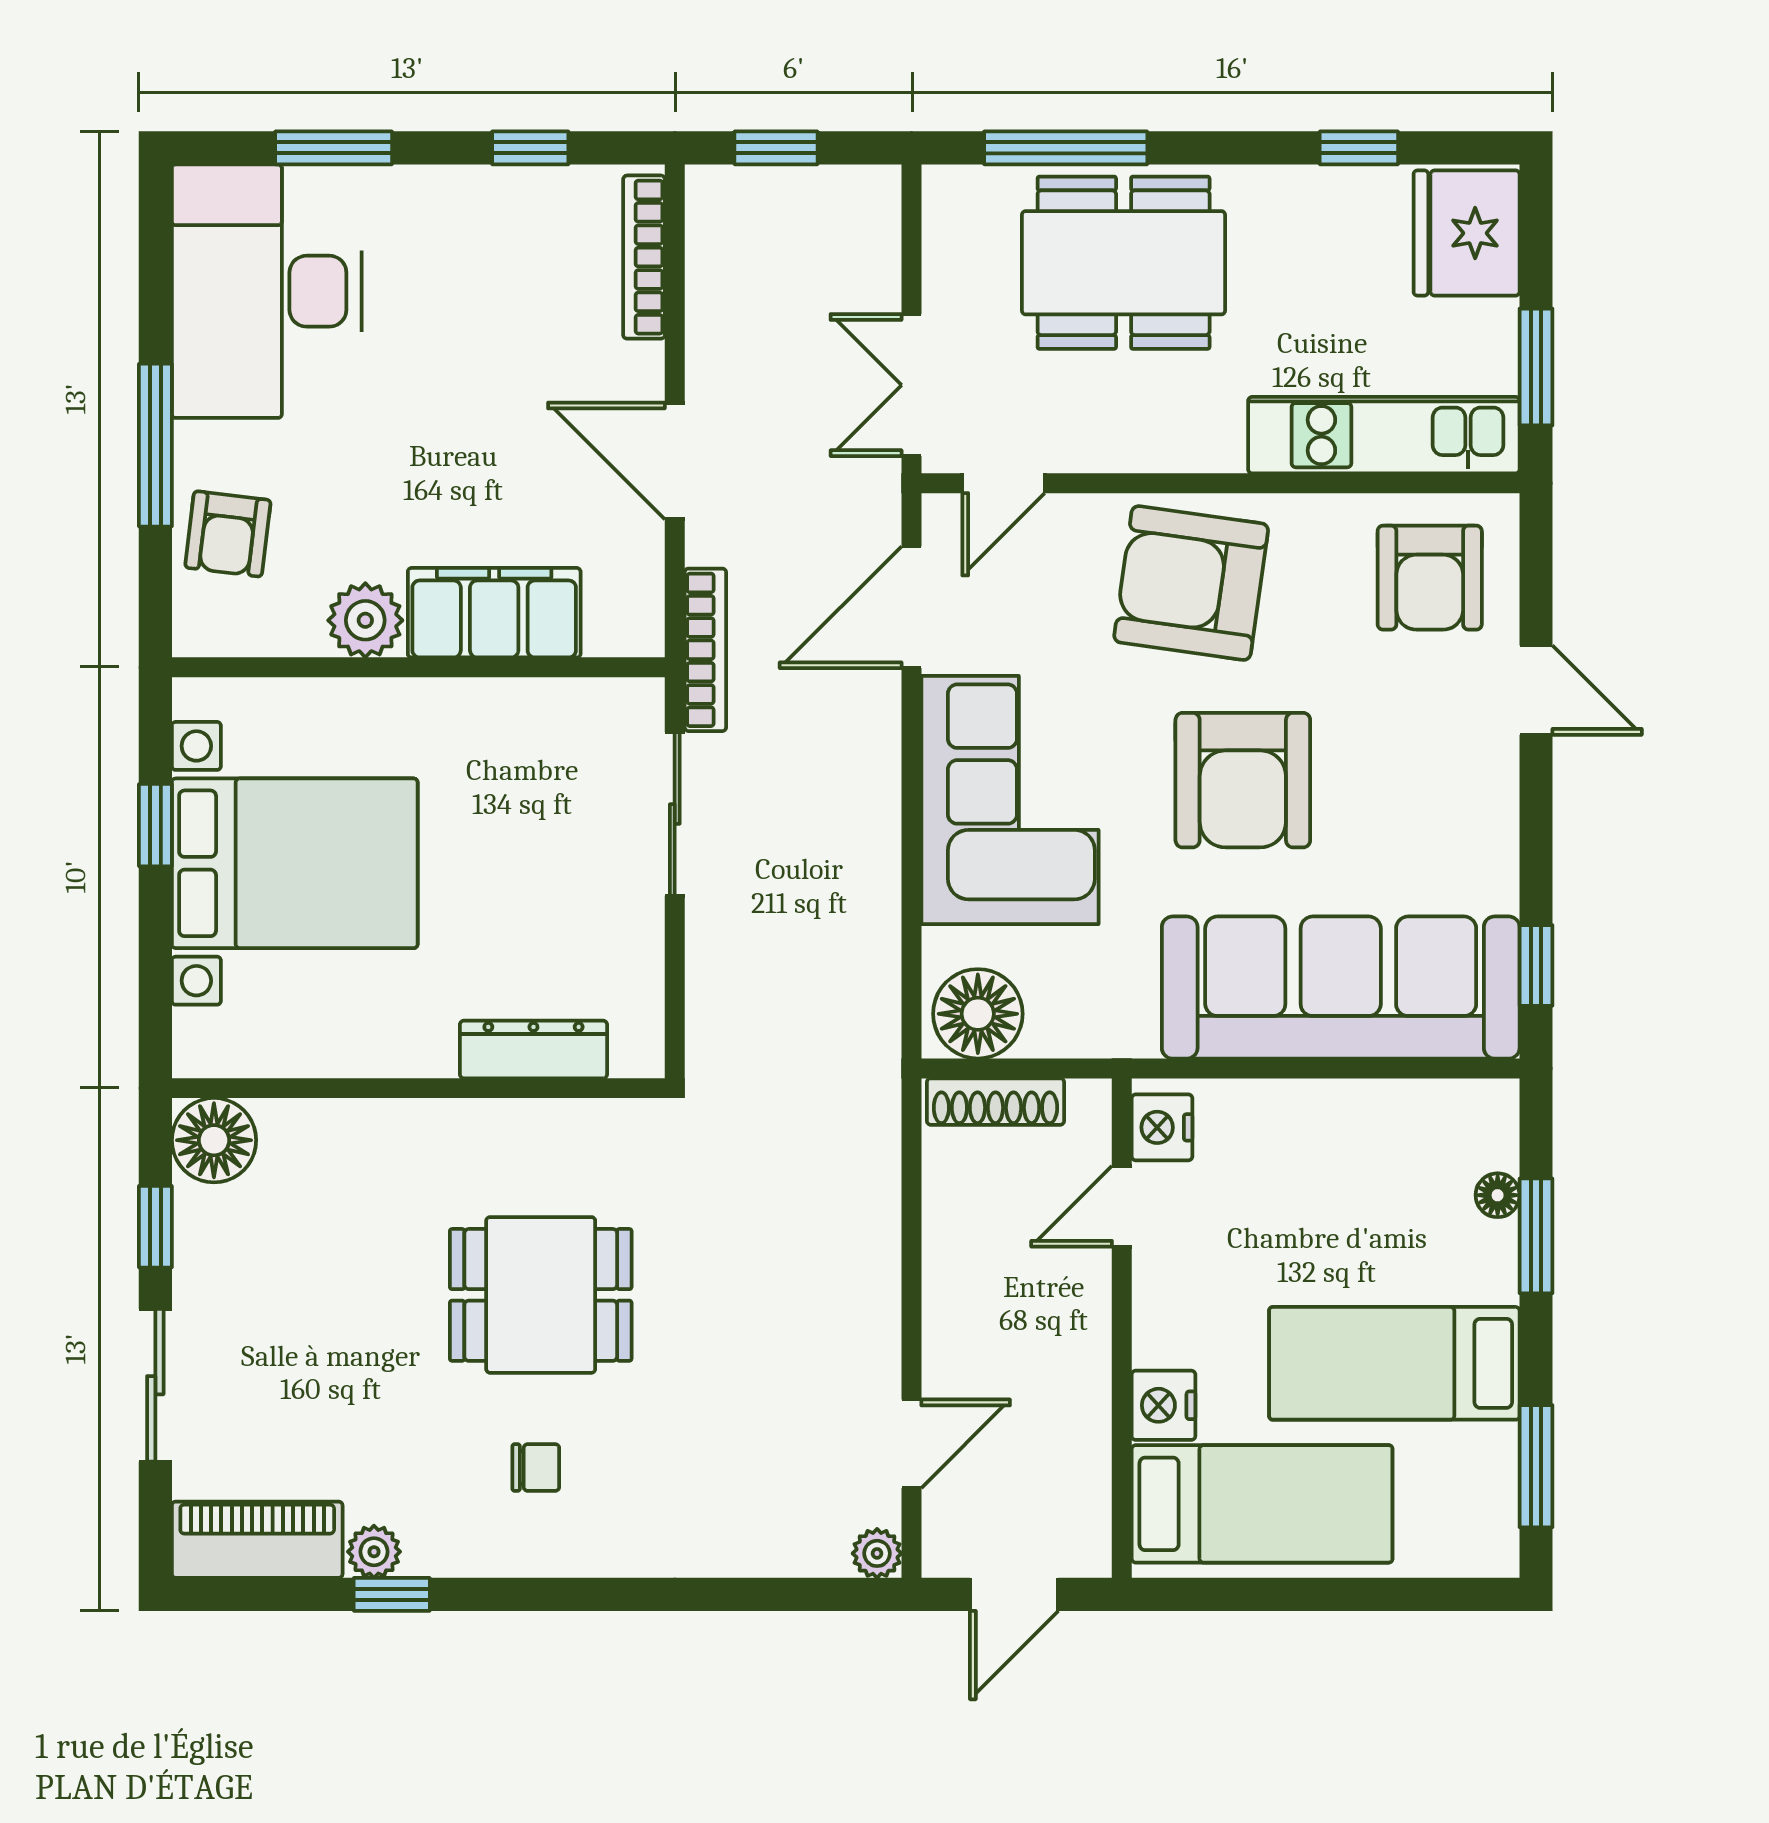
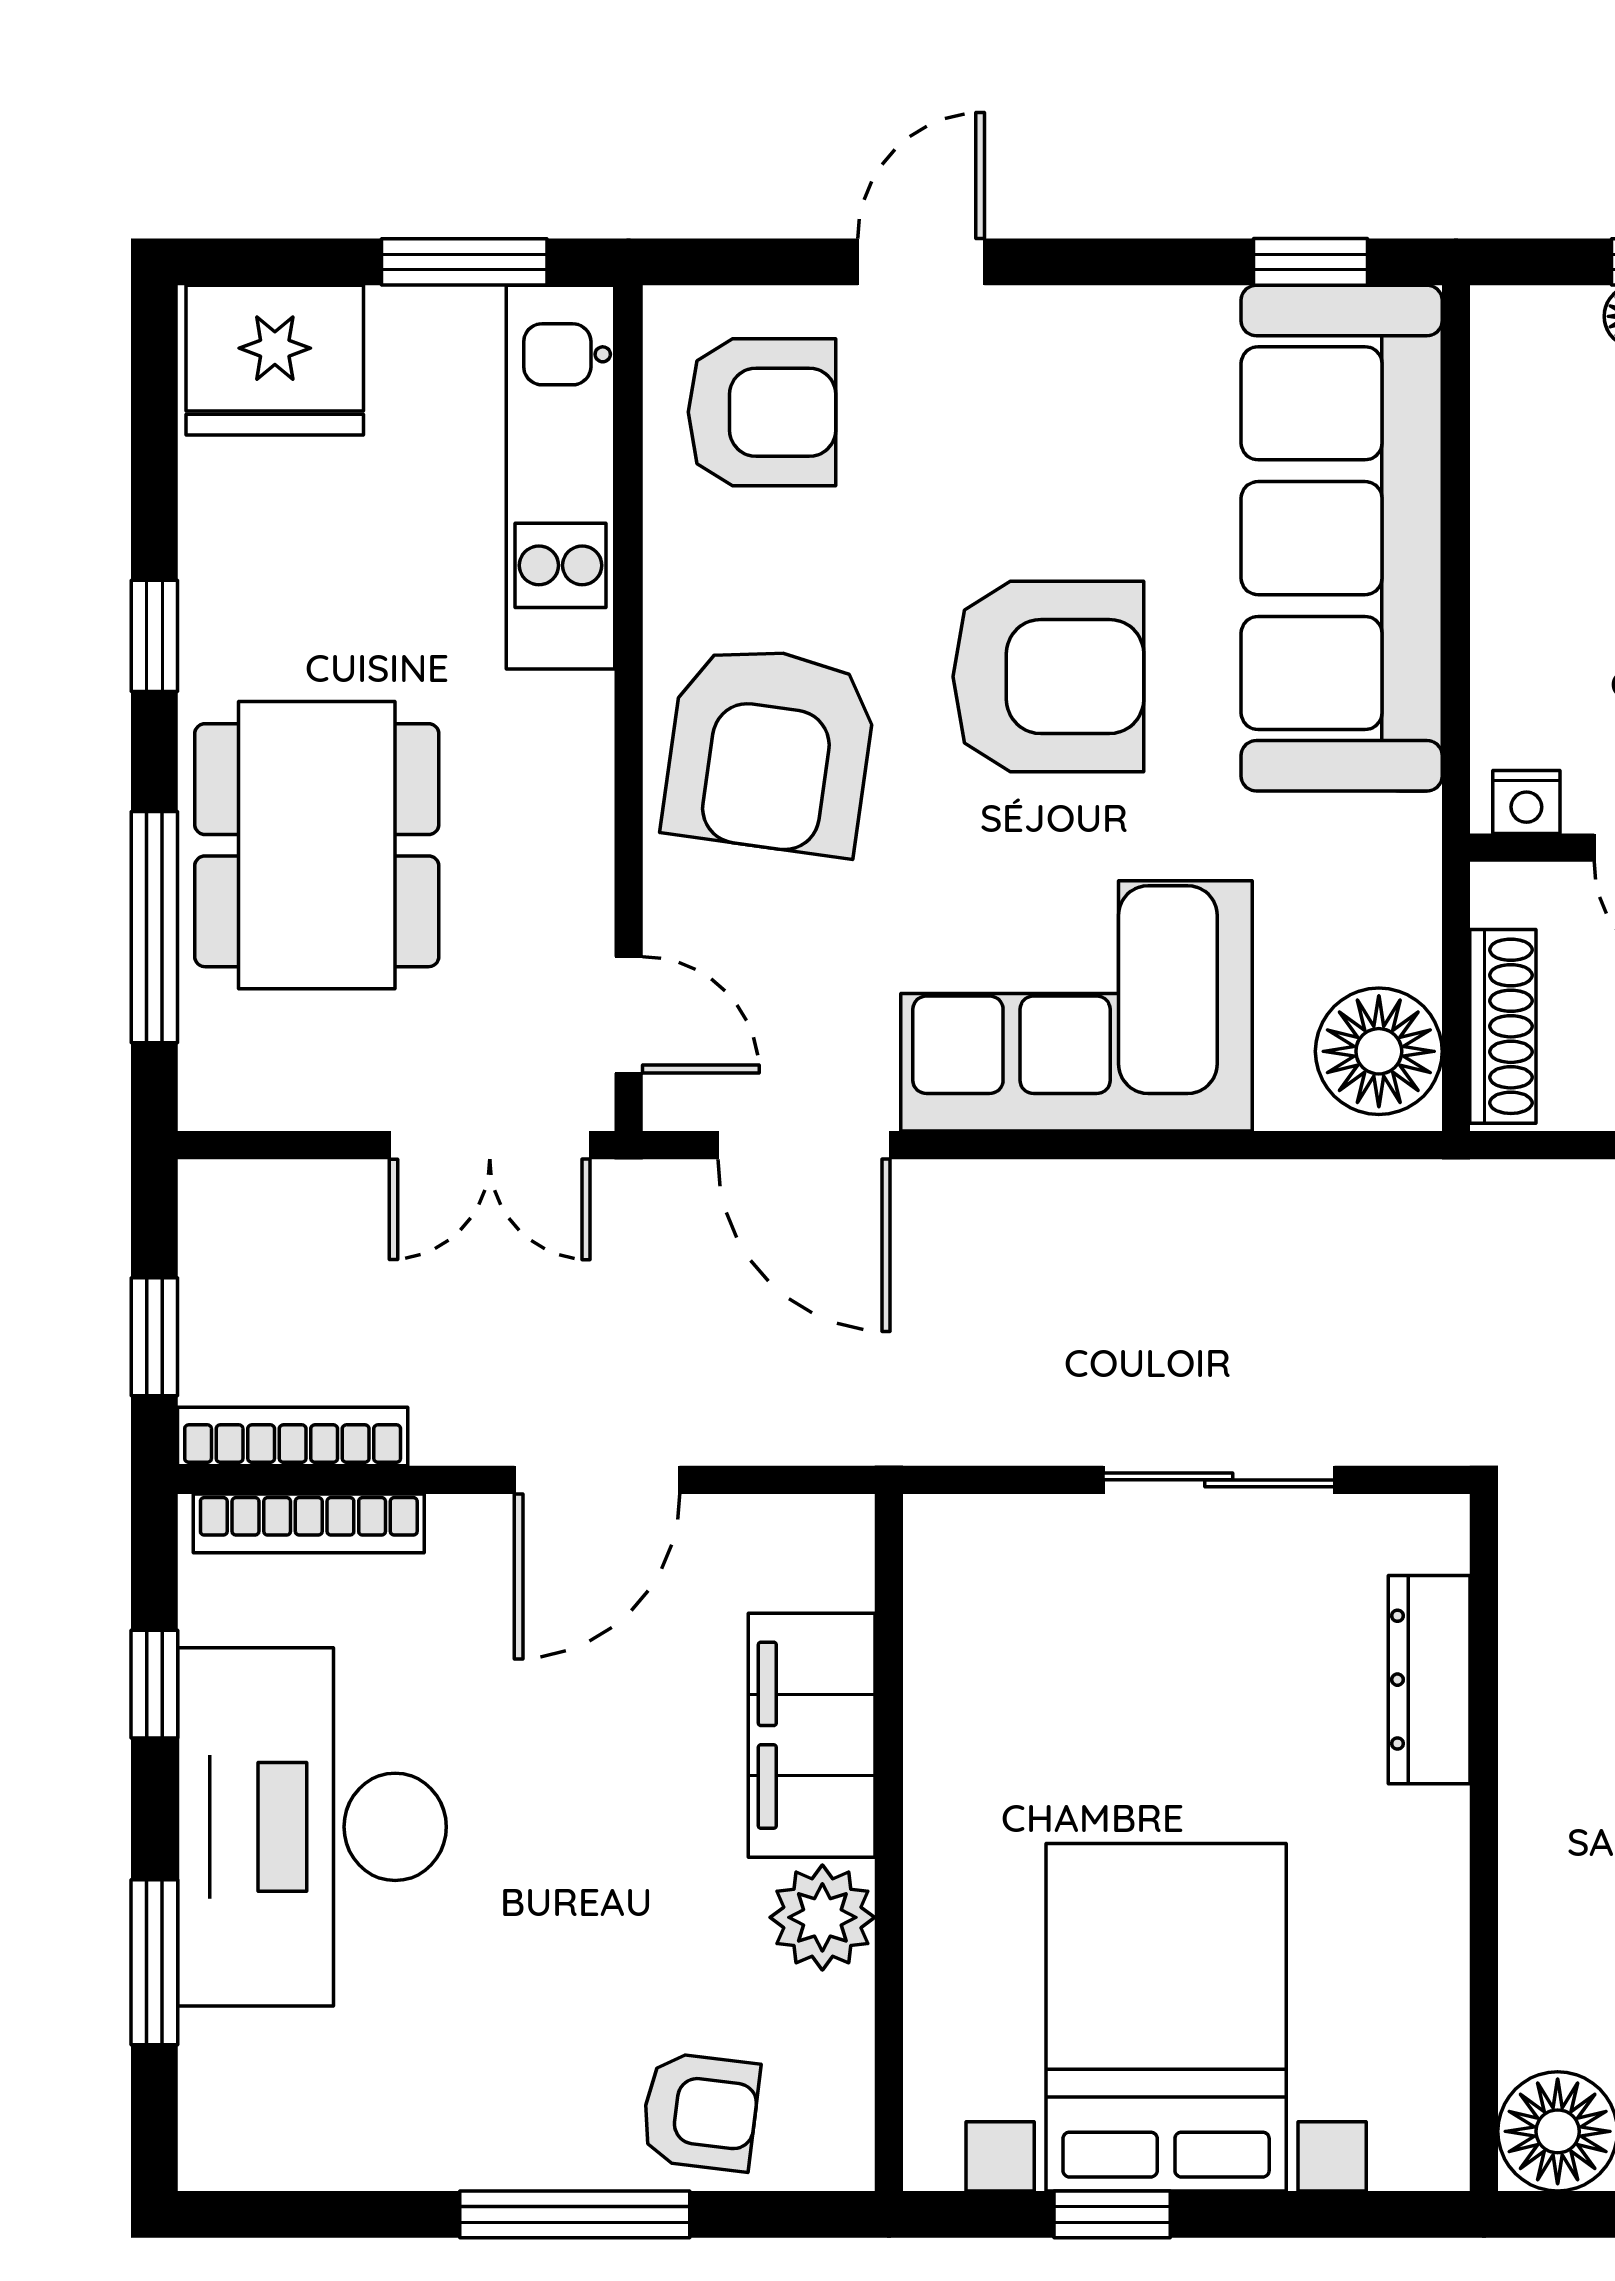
window: (1359, 148) -> (154, 636), moved
desk: (267, 291) -> (312, 1827), moved, turned 90
bookcase: (705, 650) -> (293, 1437), moved
sliding door: (675, 814) -> (1219, 1480), moved
nightstand: (1162, 1127) -> (1526, 802), width x0.72, depth x0.74

